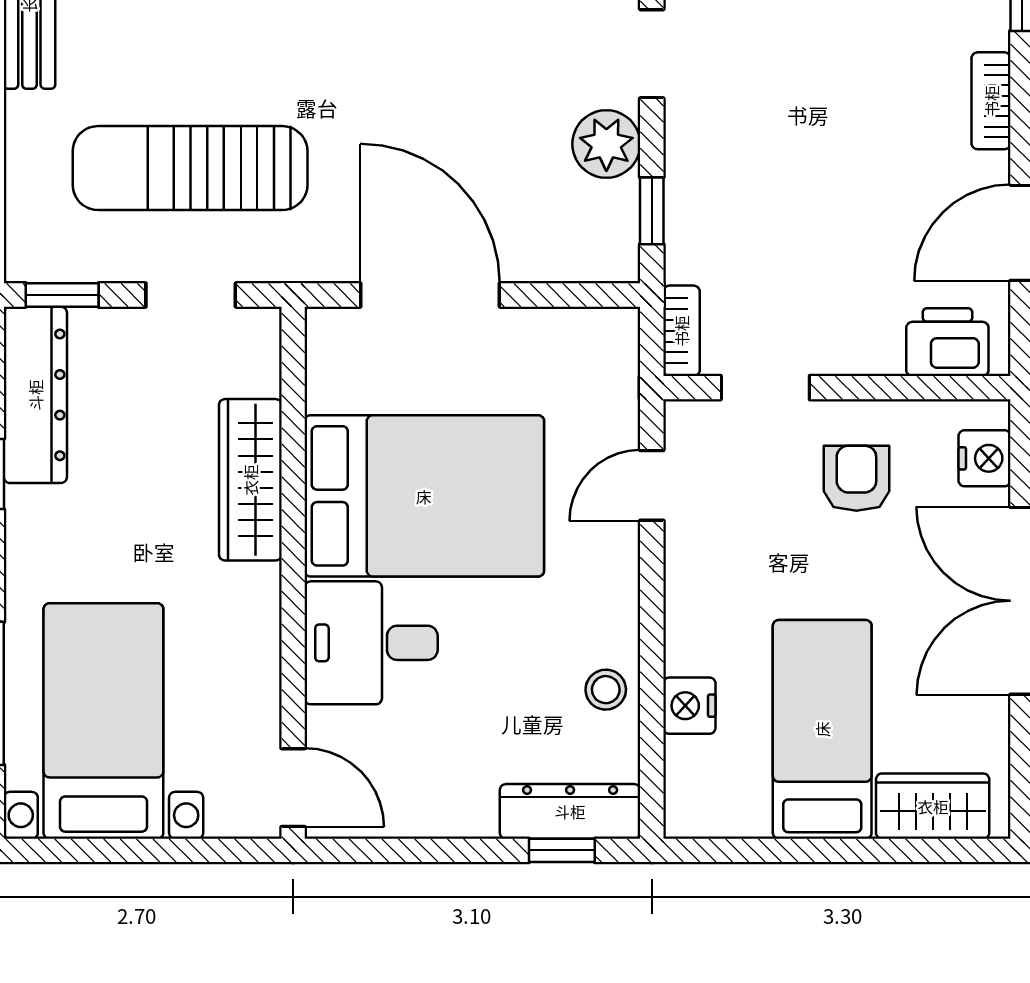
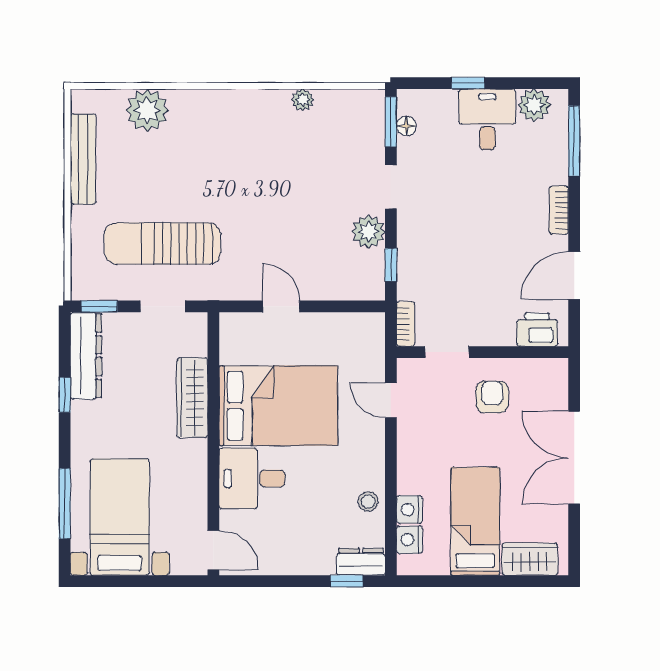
door: (430, 295) -> (281, 306), width x0.53
nightstand: (985, 458) -> (409, 540), moved, turned 180
door: (652, 485) -> (391, 400), hinge flipped
dresser: (570, 811) -> (361, 562), width x0.70

